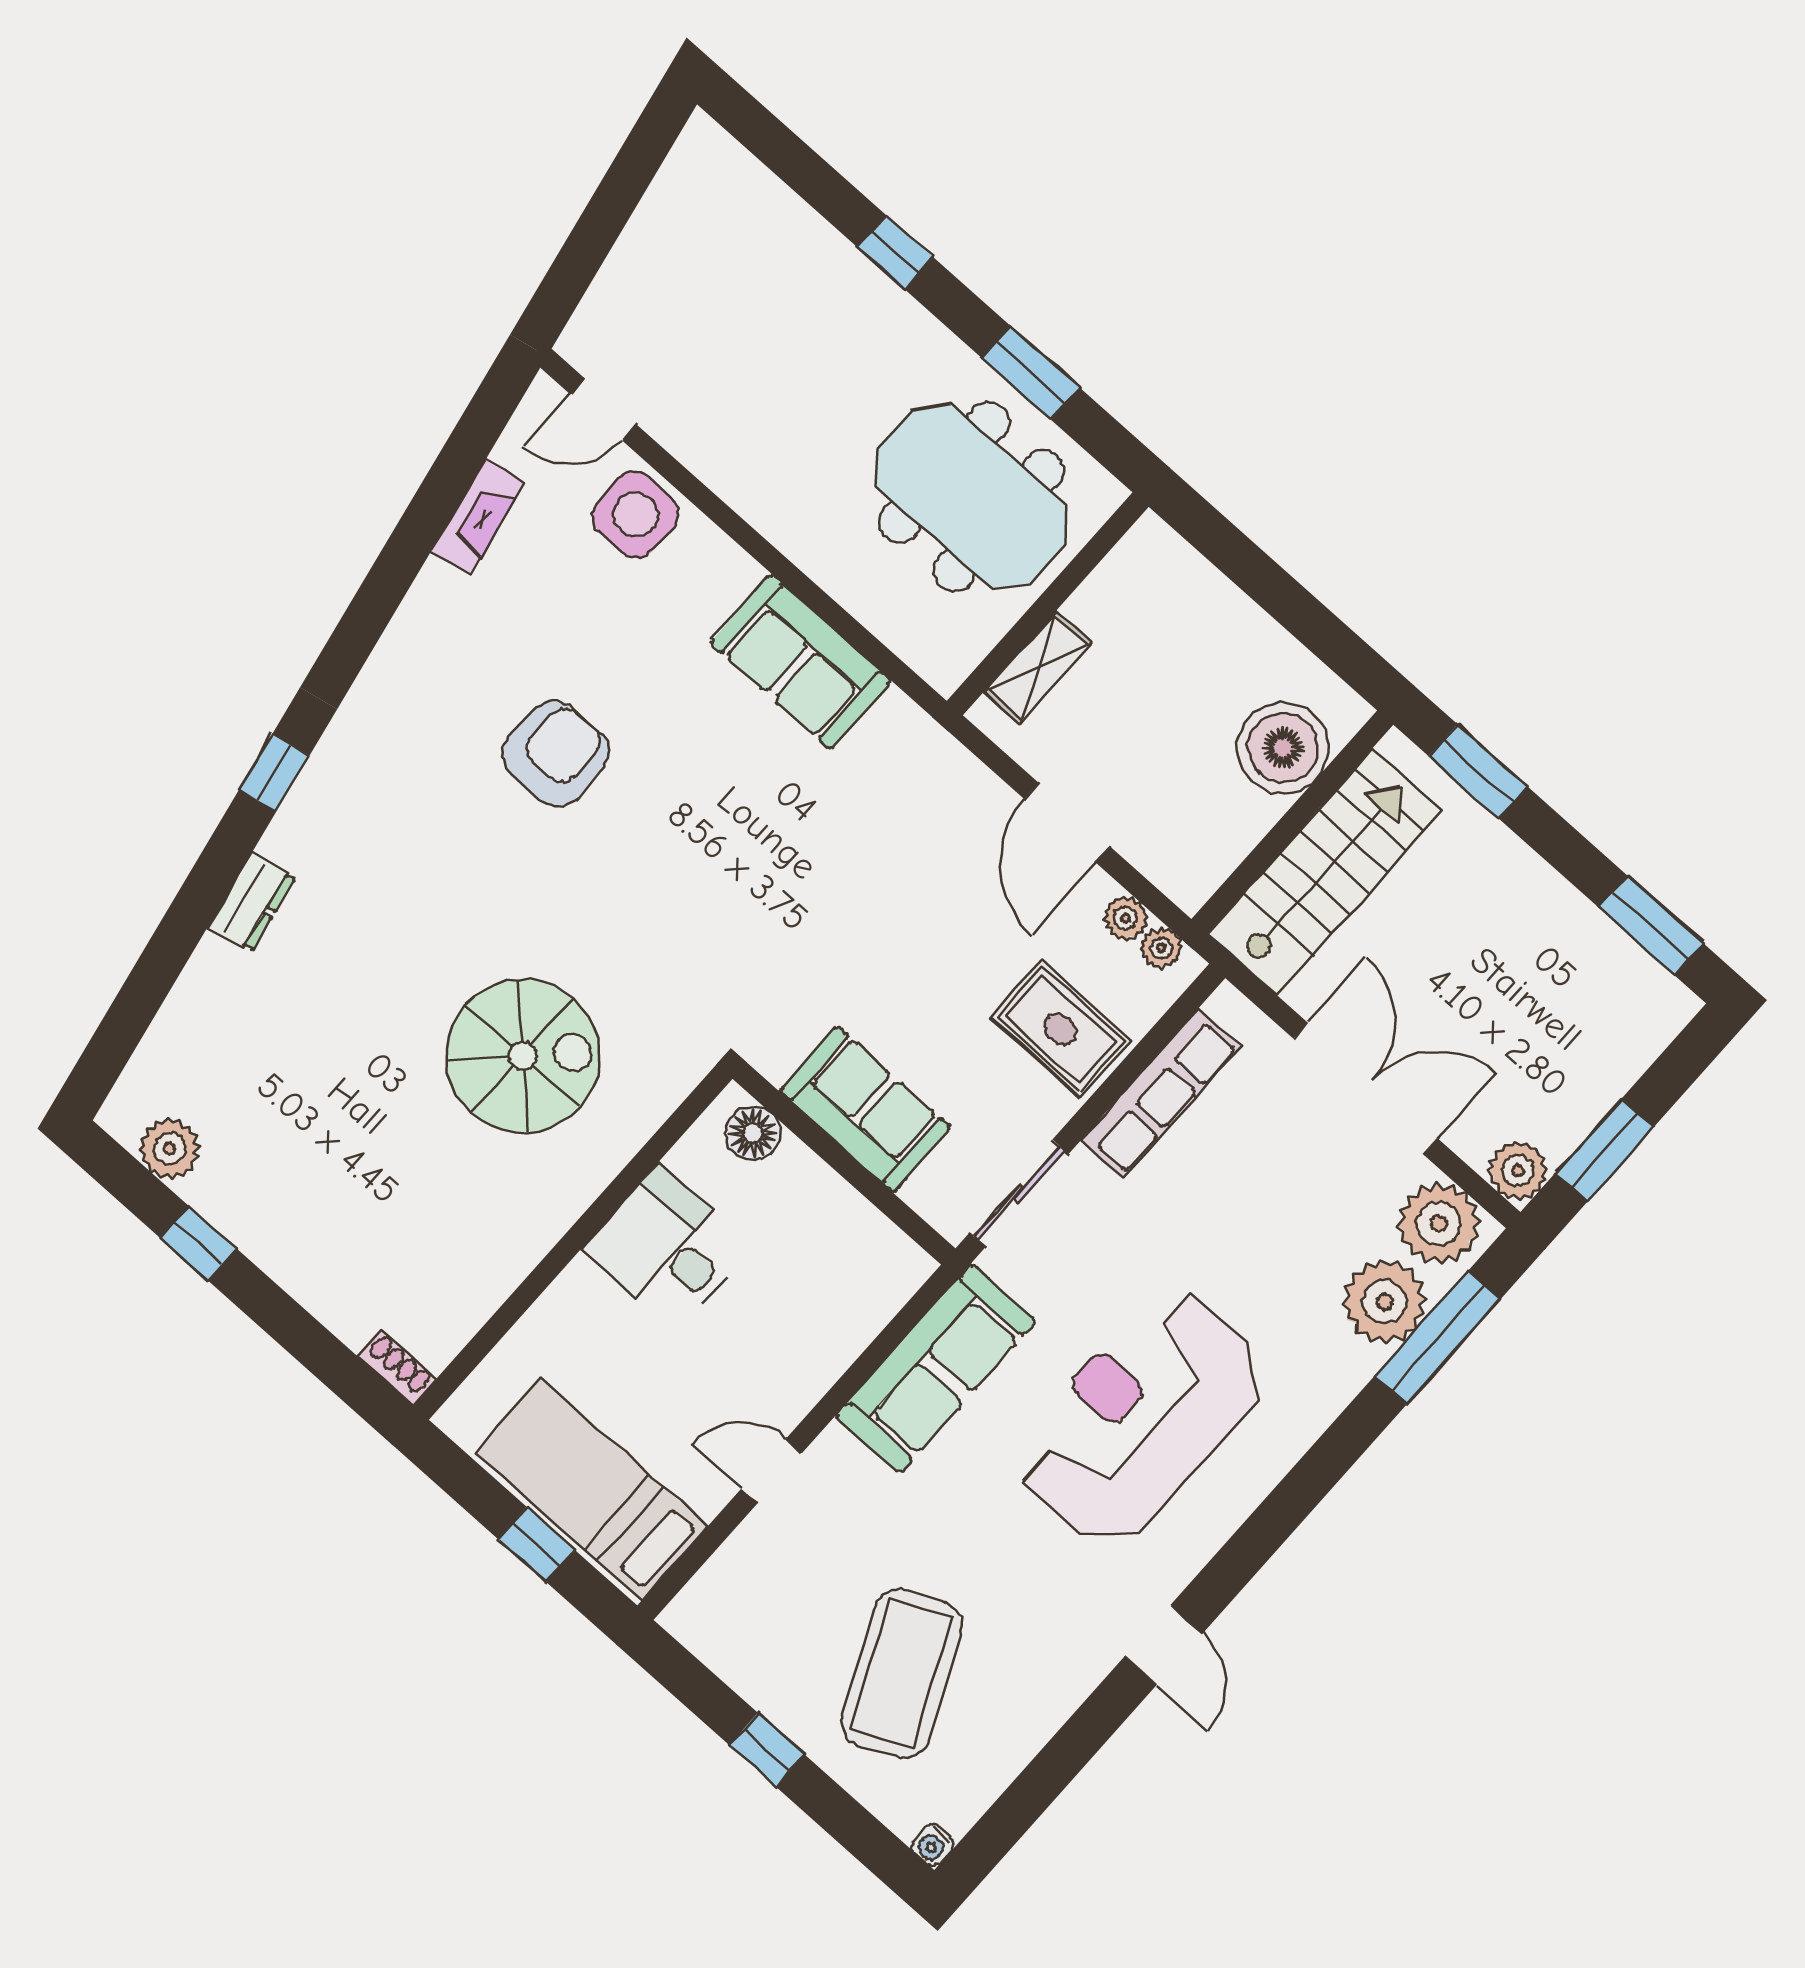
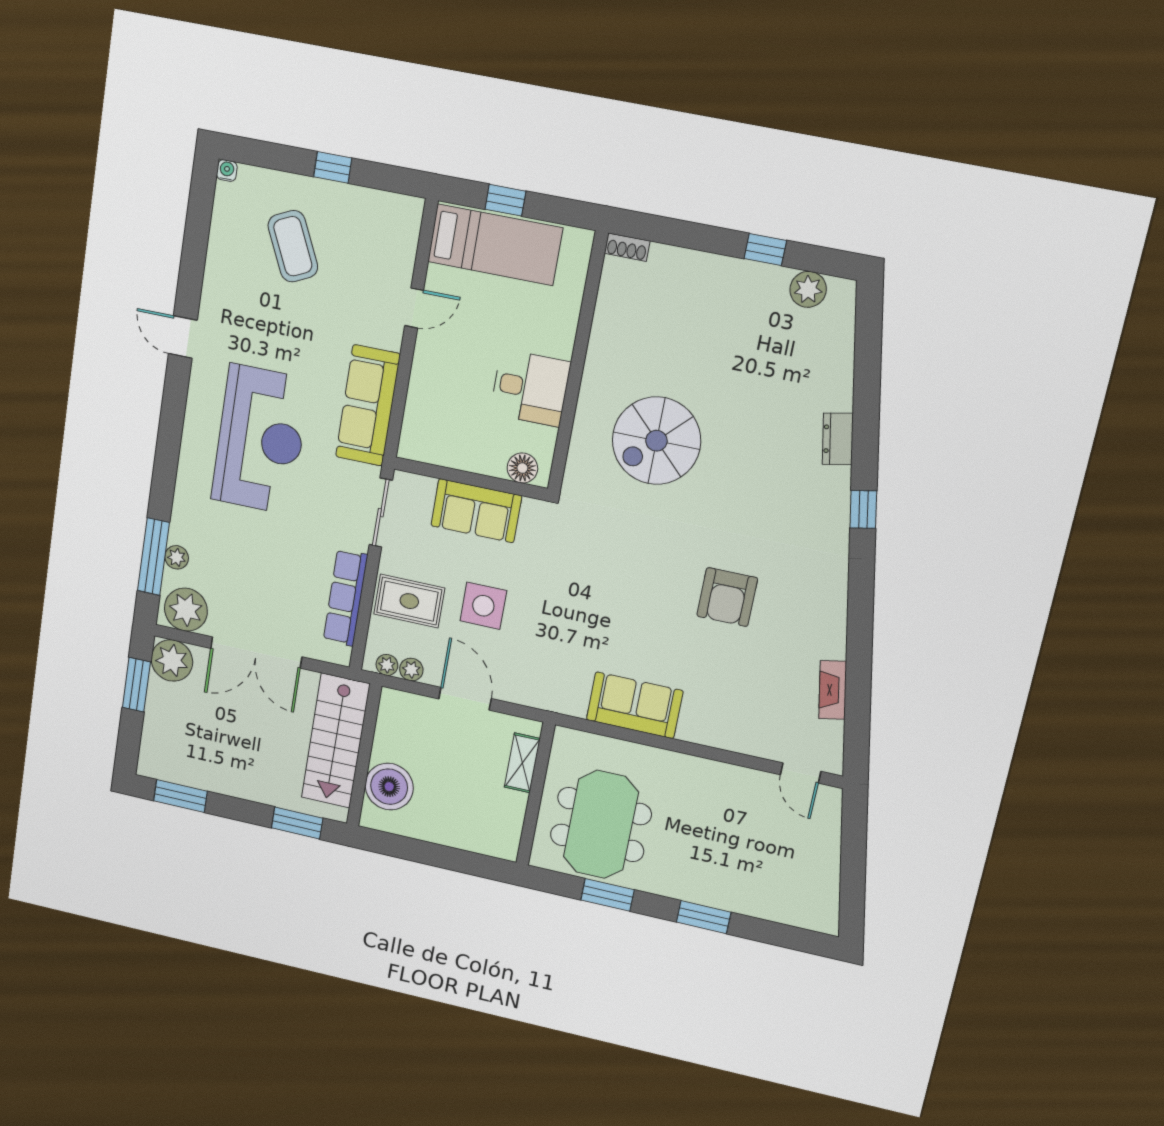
window: (896, 252) -> (704, 917), width x1.50
door: (603, 410) -> (801, 773), swing flipped
meeting table: (971, 496) -> (601, 825), turned 90
side table: (636, 515) -> (483, 606), moved
plant: (1518, 1170) -> (172, 660), width x1.36, depth x1.36
plant: (1385, 1302) -> (177, 557), width x0.53, depth x0.53
coffee table: (902, 1674) -> (293, 246), width x0.73, depth x0.76

